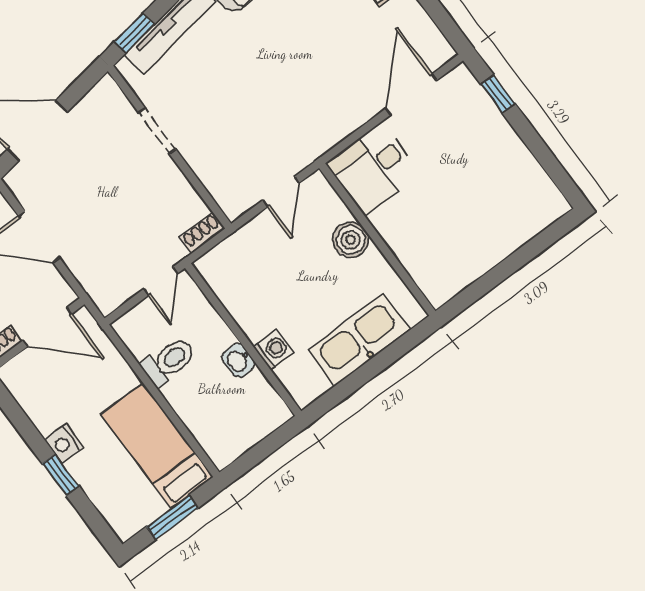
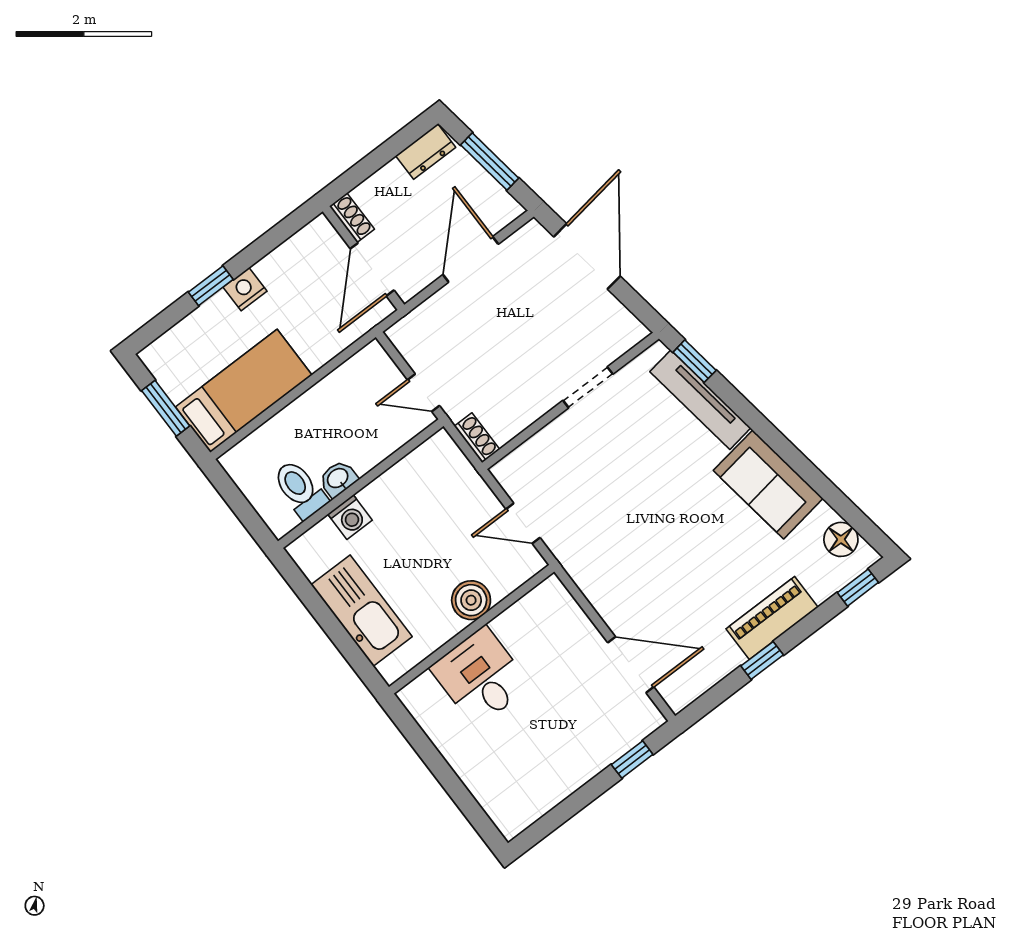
desk: (373, 169) -> (480, 677), moved
toilet: (169, 361) -> (300, 489), moved, turned 180

